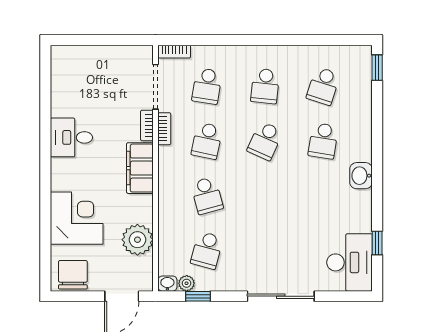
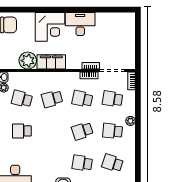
plant: (247, 54) -> (130, 121), added
desk: (71, 137) -> (80, 24), width x1.37
school desk: (265, 141) -> (82, 131), turned -42
filing cabinet: (140, 168) -> (51, 62), moved
corner desk: (77, 218) -> (50, 27), moved
school desk: (265, 250) -> (22, 131), added

